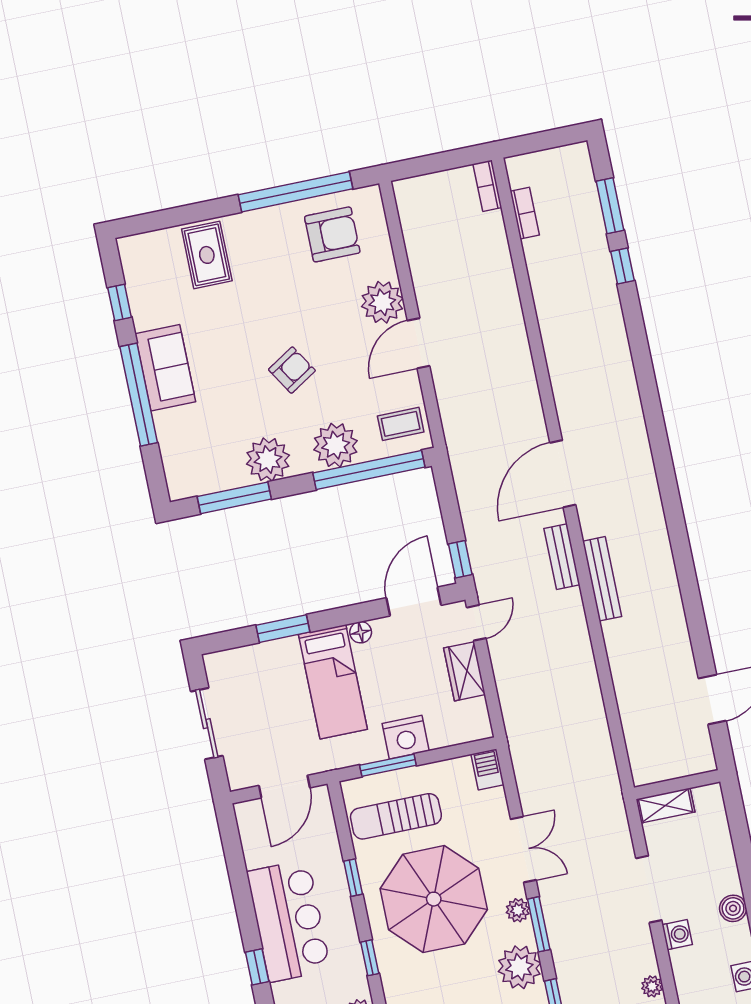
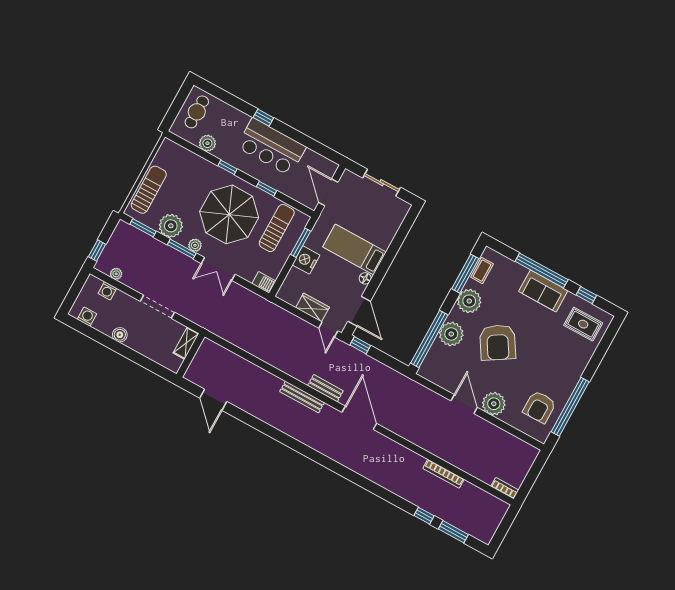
bookcase: (525, 213) -> (444, 474), moved, width x1.56
rug: (207, 255) -> (583, 324), moved
armchair: (292, 370) -> (498, 342), width x1.88, depth x1.88
coffee table: (401, 424) -> (482, 271), moved
window: (283, 629) -> (394, 248), removed
washing machine: (677, 935) -> (107, 291), moved

